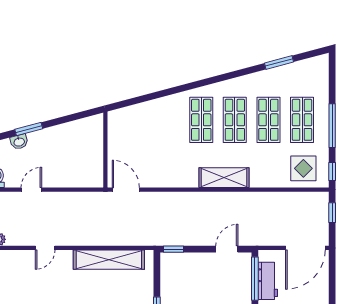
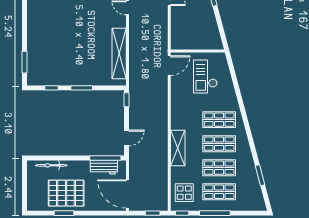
checkout: (141, 139) -> (205, 76), added
shelving: (224, 178) -> (178, 148), moved
door: (227, 249) -> (126, 138), hinge flipped

